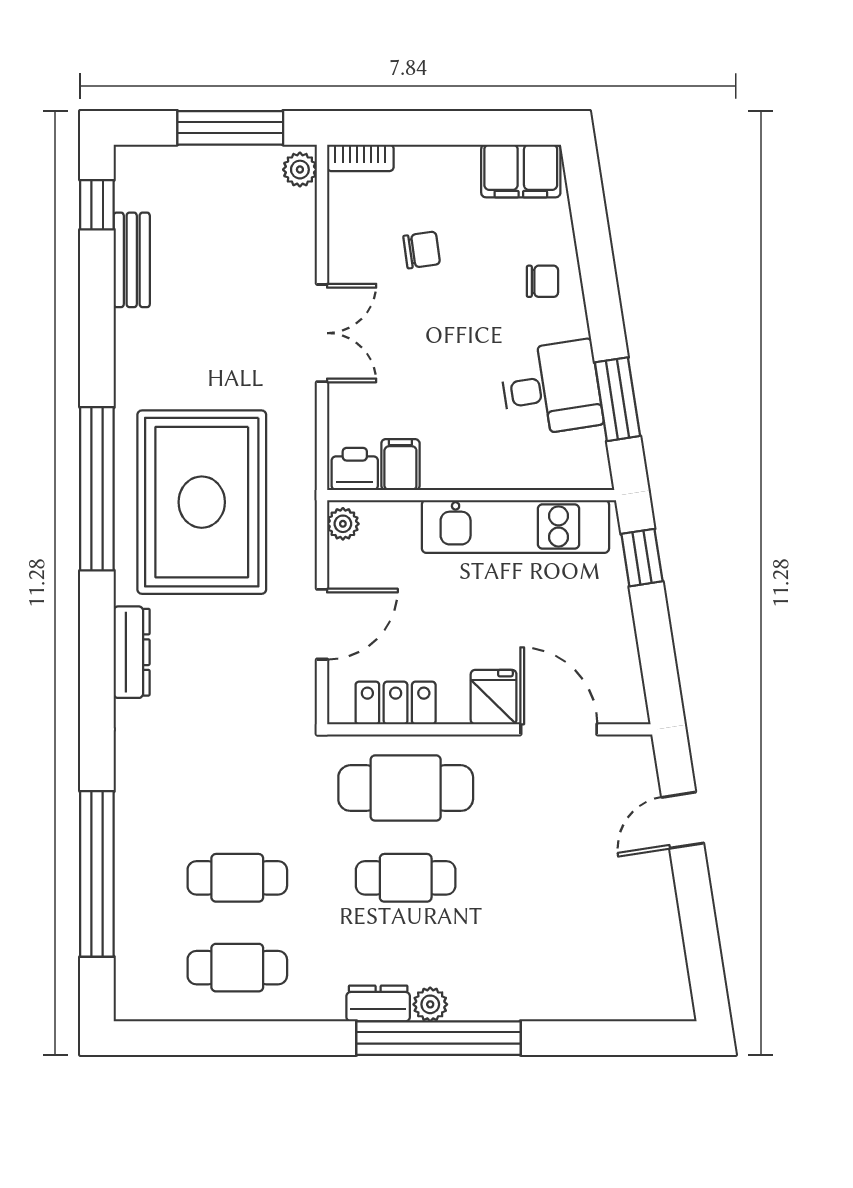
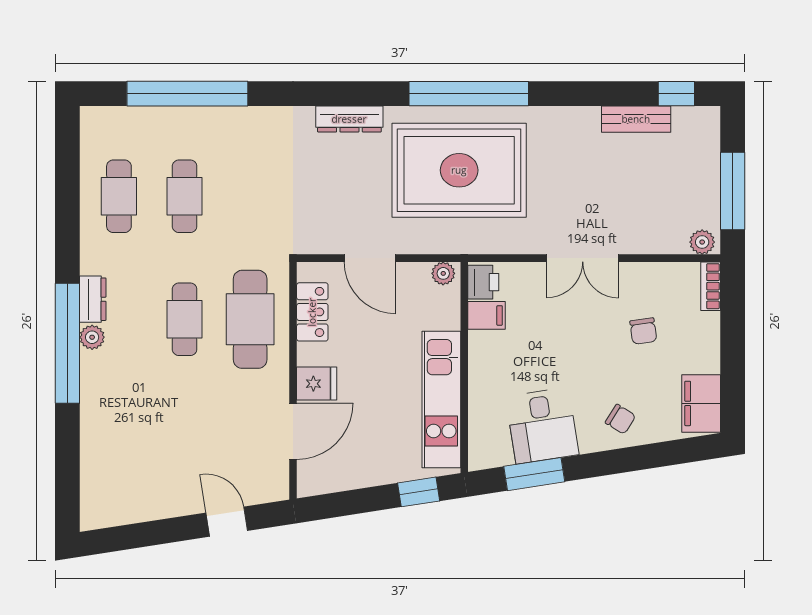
chair: (542, 281) -> (620, 419), turned -58

